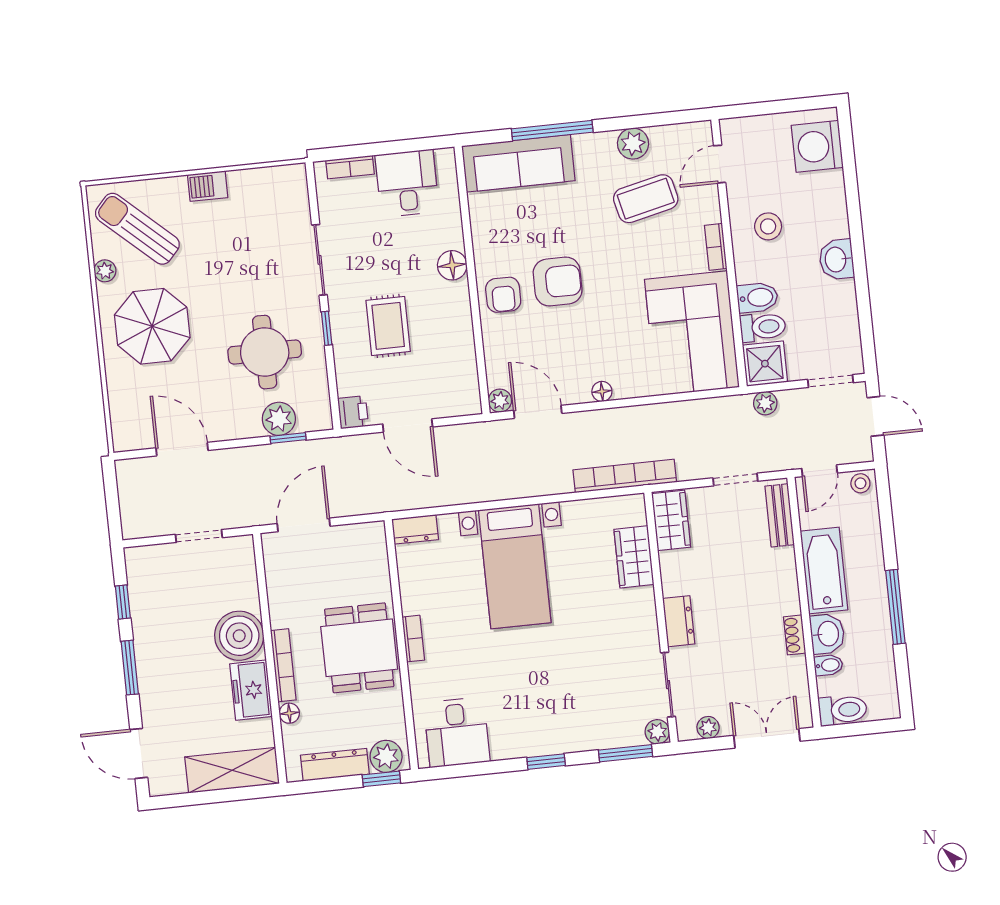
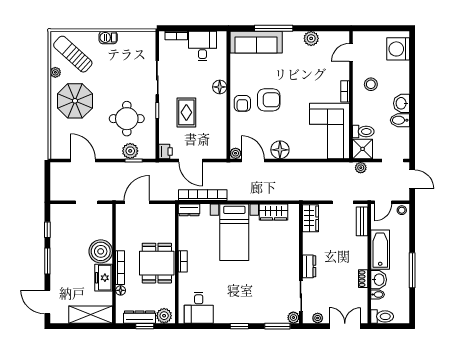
coffee table: (646, 199) -> (314, 65), removed
bidet: (757, 298) -> (400, 120), moved, turned 180
floor lamp: (602, 391) -> (280, 150), width x1.89, depth x1.89
bookcase: (625, 476) -> (203, 195), moved
wardrobe: (634, 557) -> (273, 212), moved, turned -90
window: (381, 779) -> (145, 326), moved

